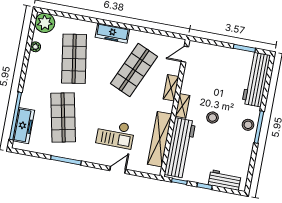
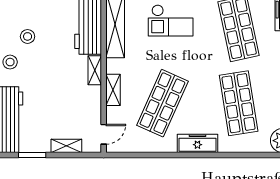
shelving: (216, 50) -> (66, 146), added
stool: (213, 118) -> (28, 36), moved
checkout: (115, 134) -> (171, 20), turned 180

